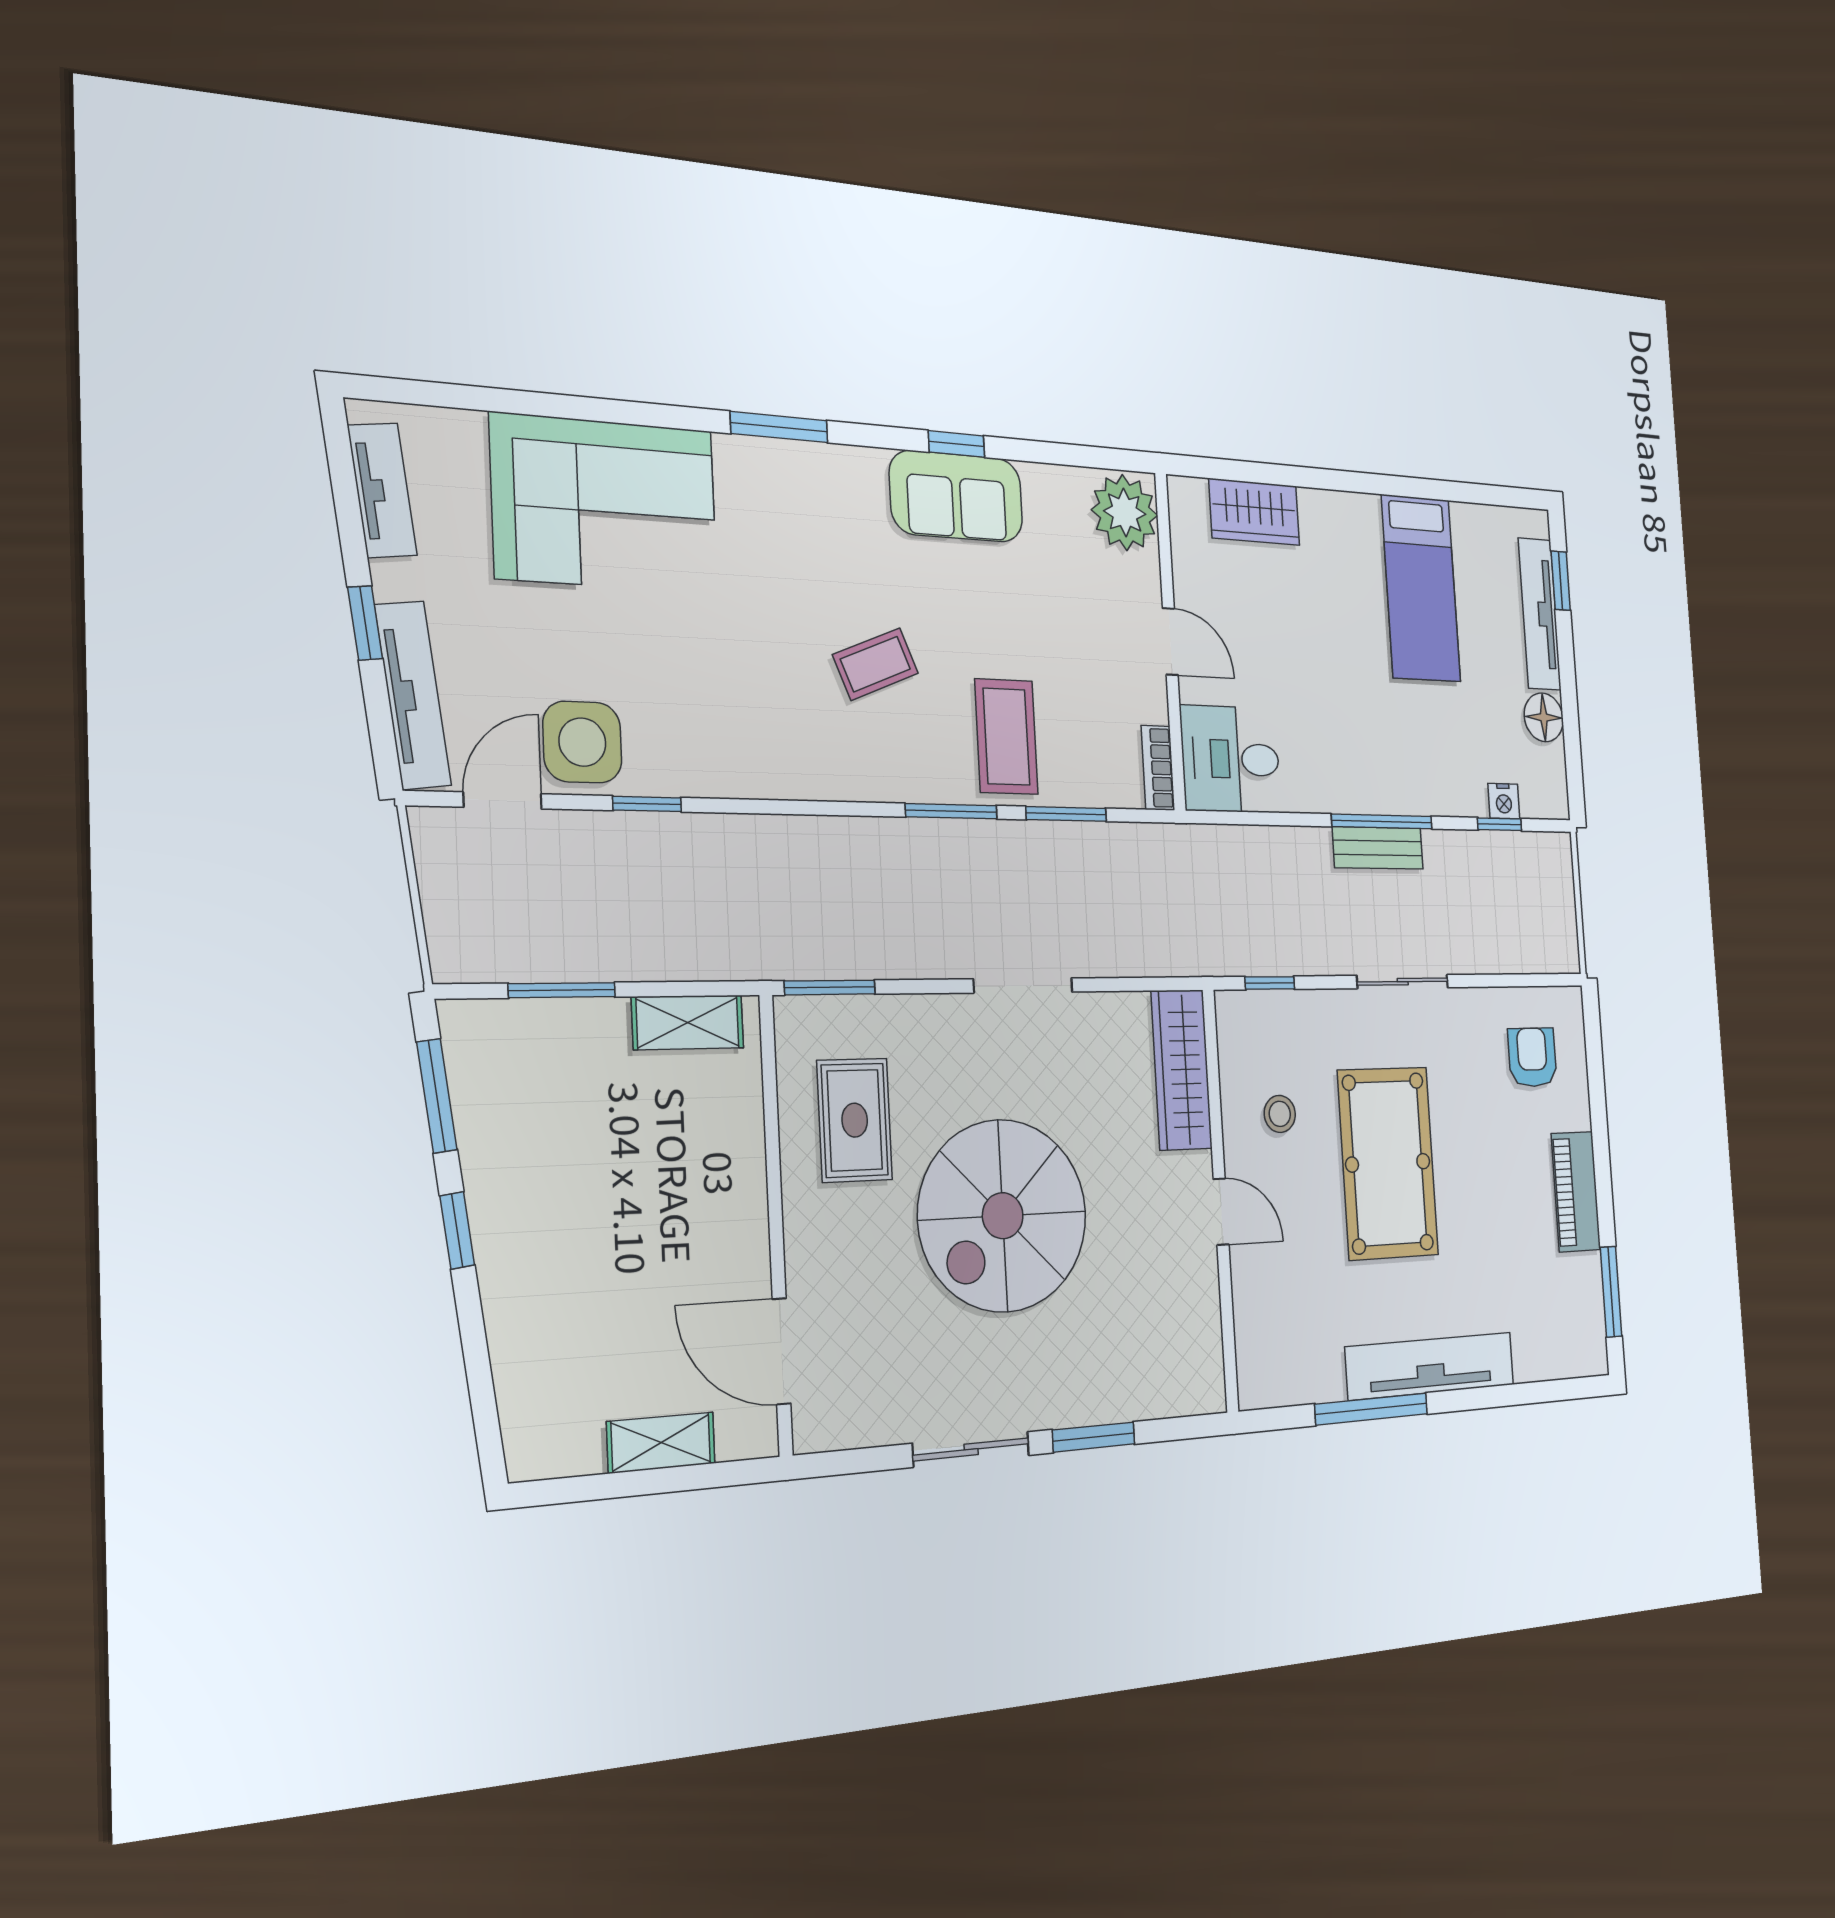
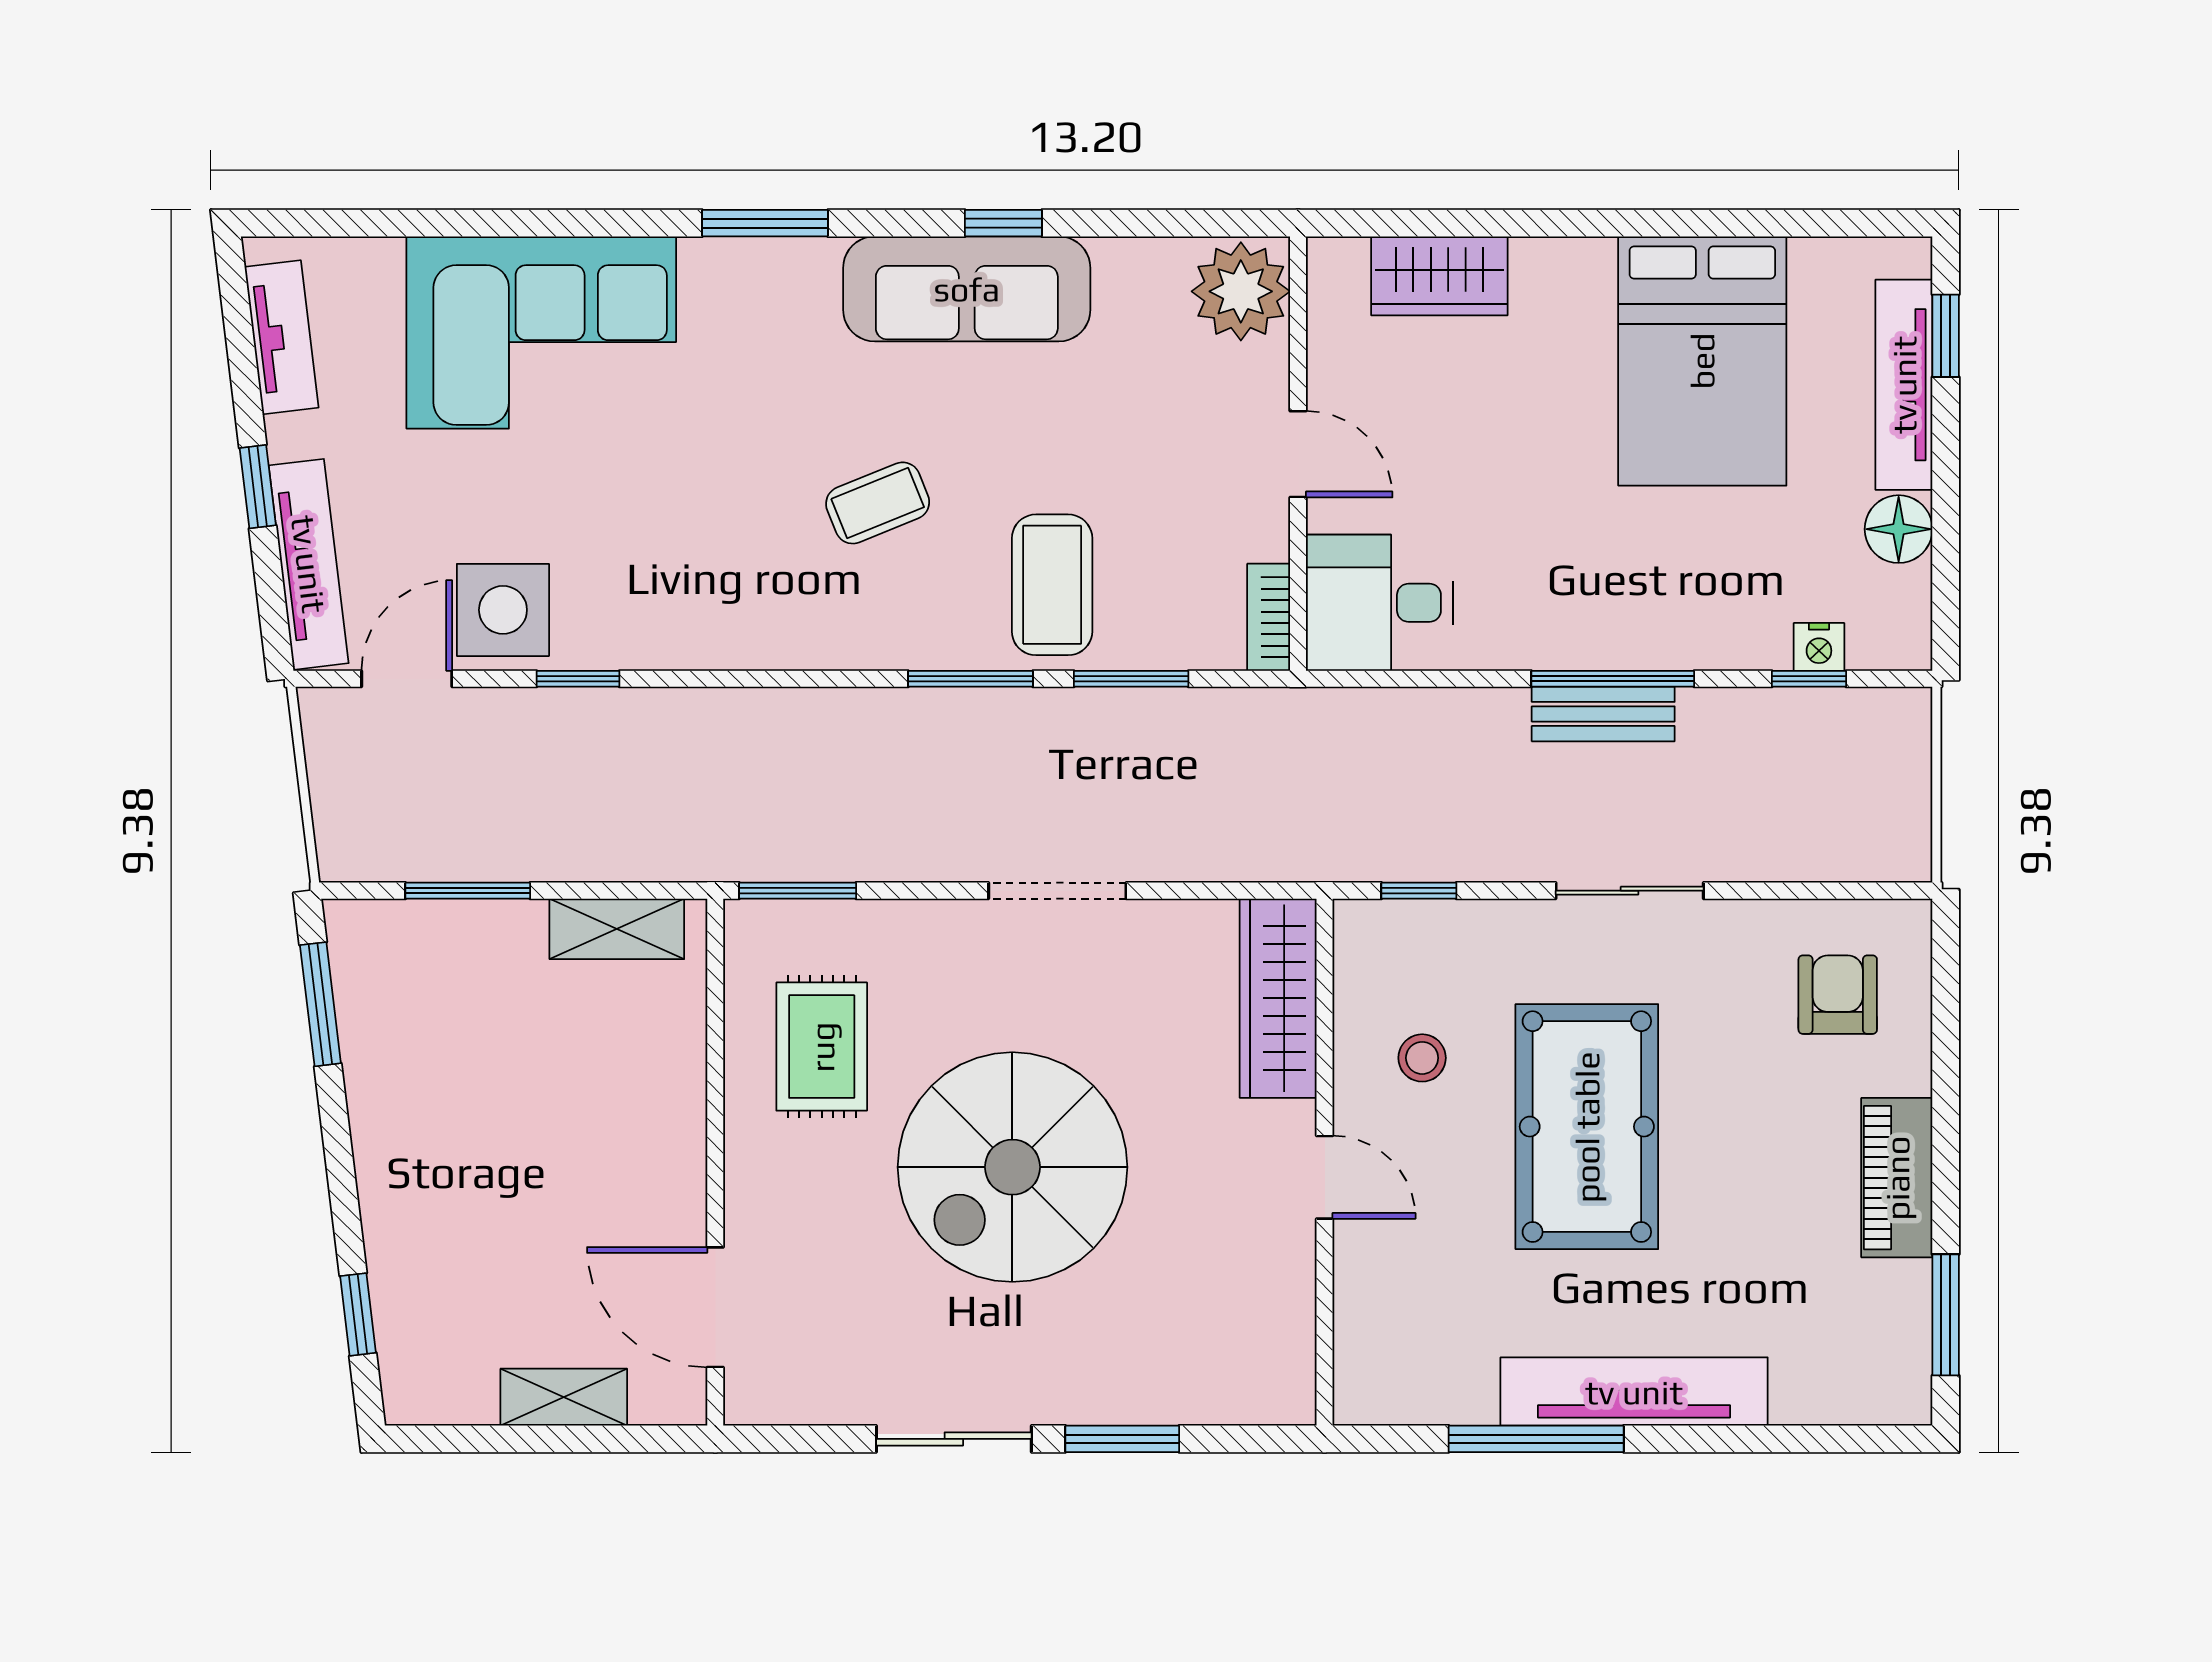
sofa: (956, 496) -> (967, 289), width x1.36
bed: (1421, 588) -> (1702, 361), width x1.50
window: (457, 1230) -> (358, 1314), moved

